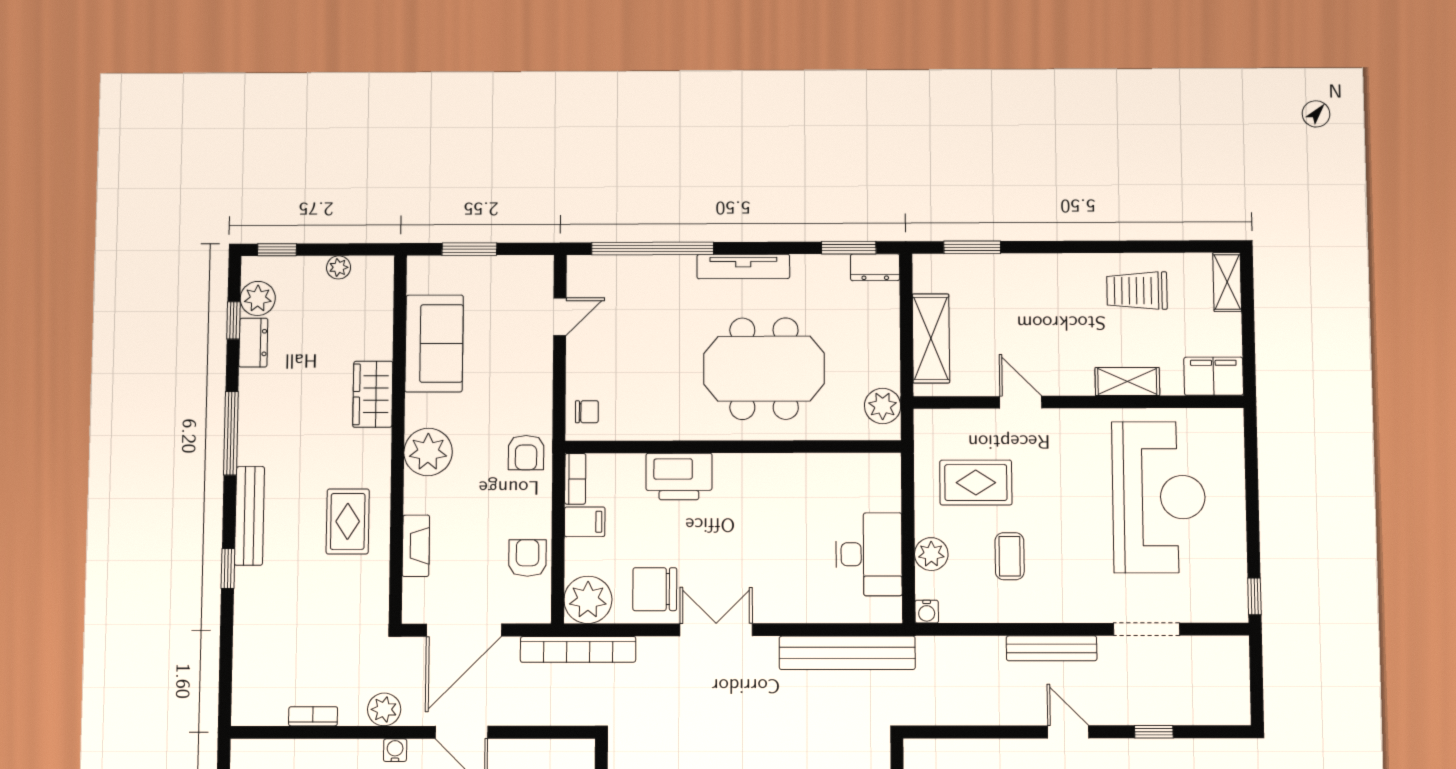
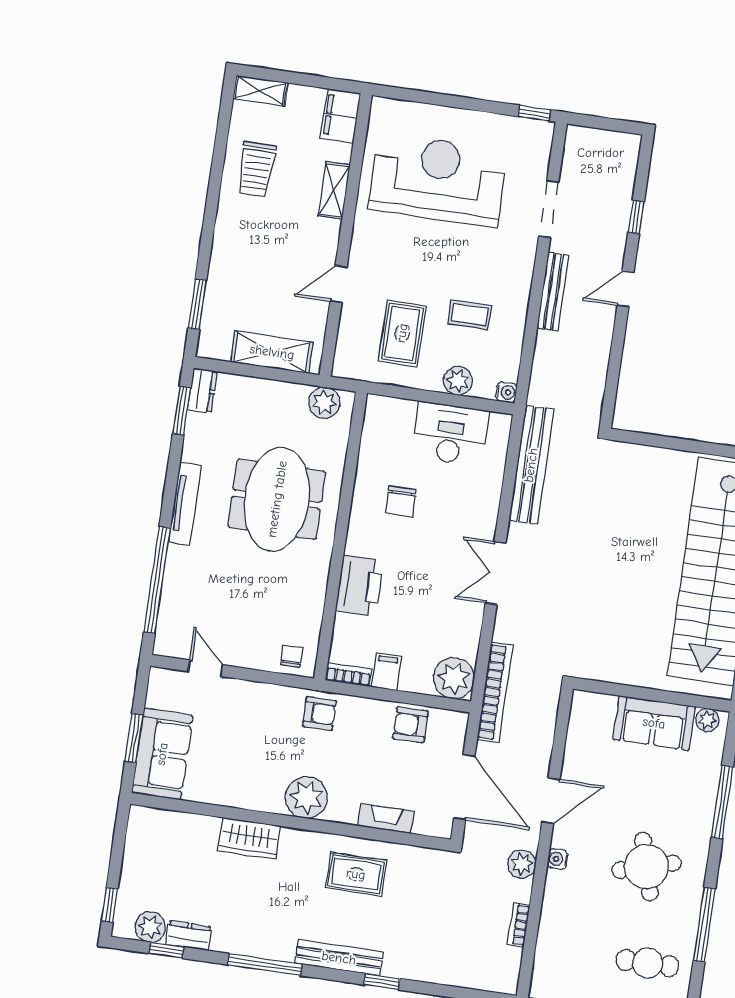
plant: (339, 267) -> (133, 853), removed
sofa: (434, 343) -> (162, 754), moved, turned 90
chair: (655, 589) -> (401, 501), moved, width x0.73, depth x0.73

